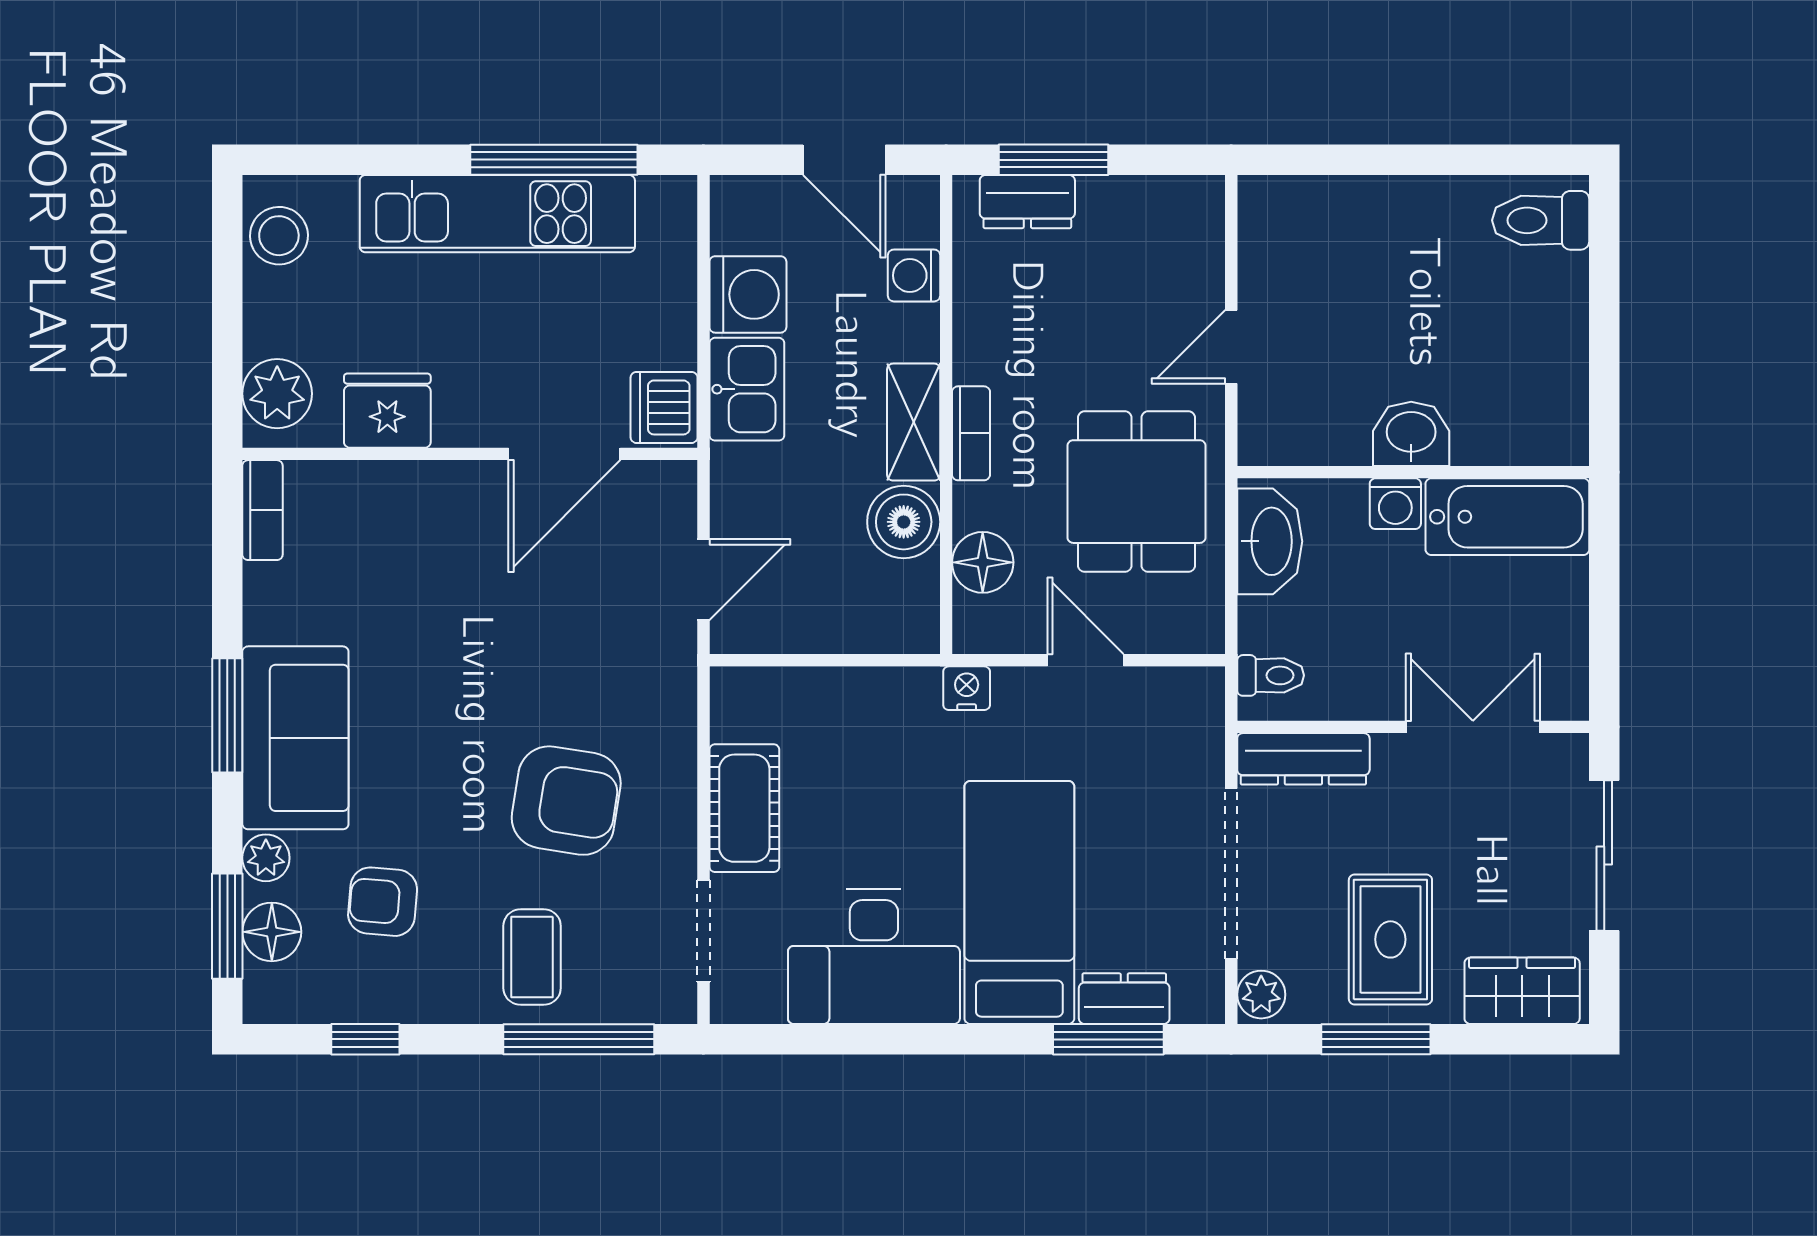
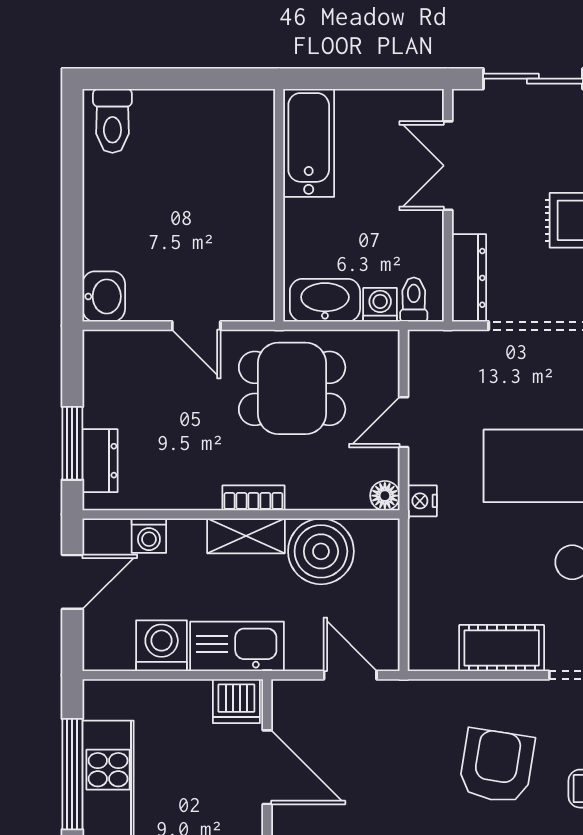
kitchen sink: (747, 389) -> (237, 646), width x1.38
washbasin: (1411, 434) -> (104, 296), moved, turned 180
washing machine: (1395, 504) -> (380, 305), moved, turned -90
boiler: (904, 522) -> (321, 551), width x1.37, depth x1.37
floor lamp: (983, 562) -> (385, 496), moved, width x0.73, depth x0.73

